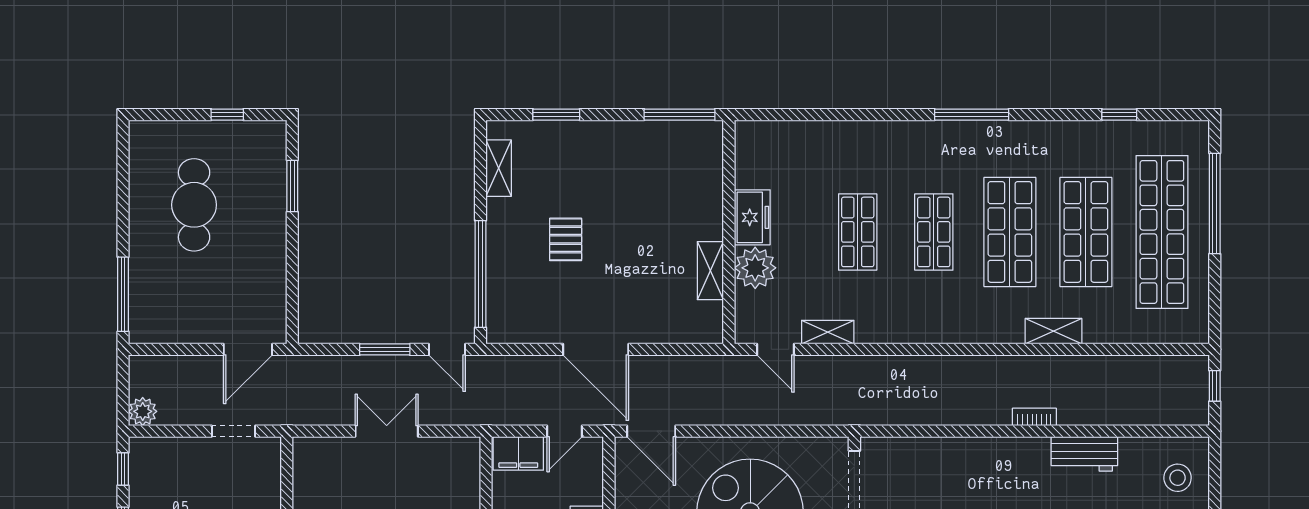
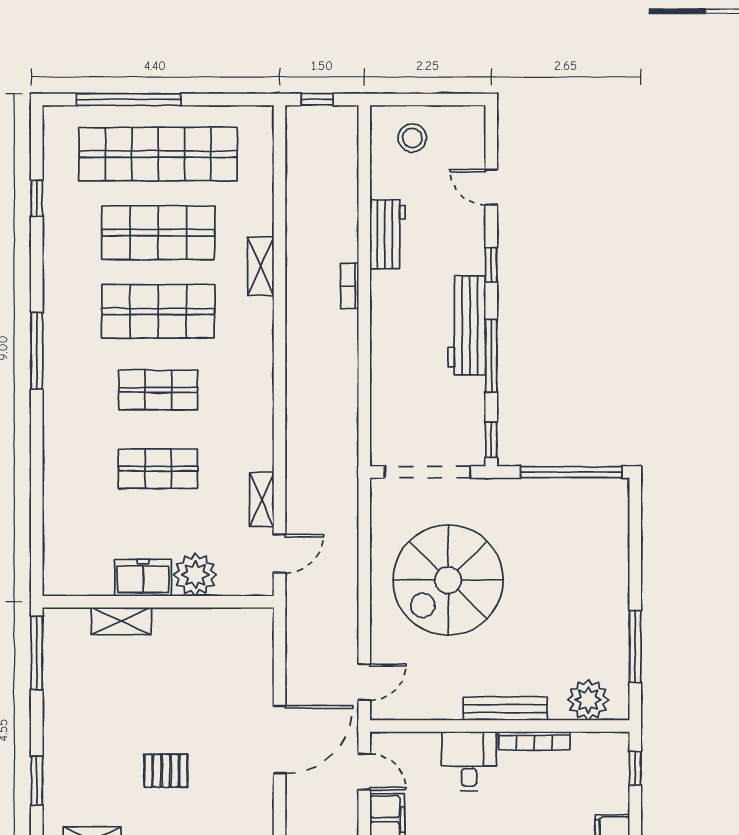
shelving: (710, 271) -> (121, 621), moved
door: (651, 431) -> (364, 682), width x0.73

